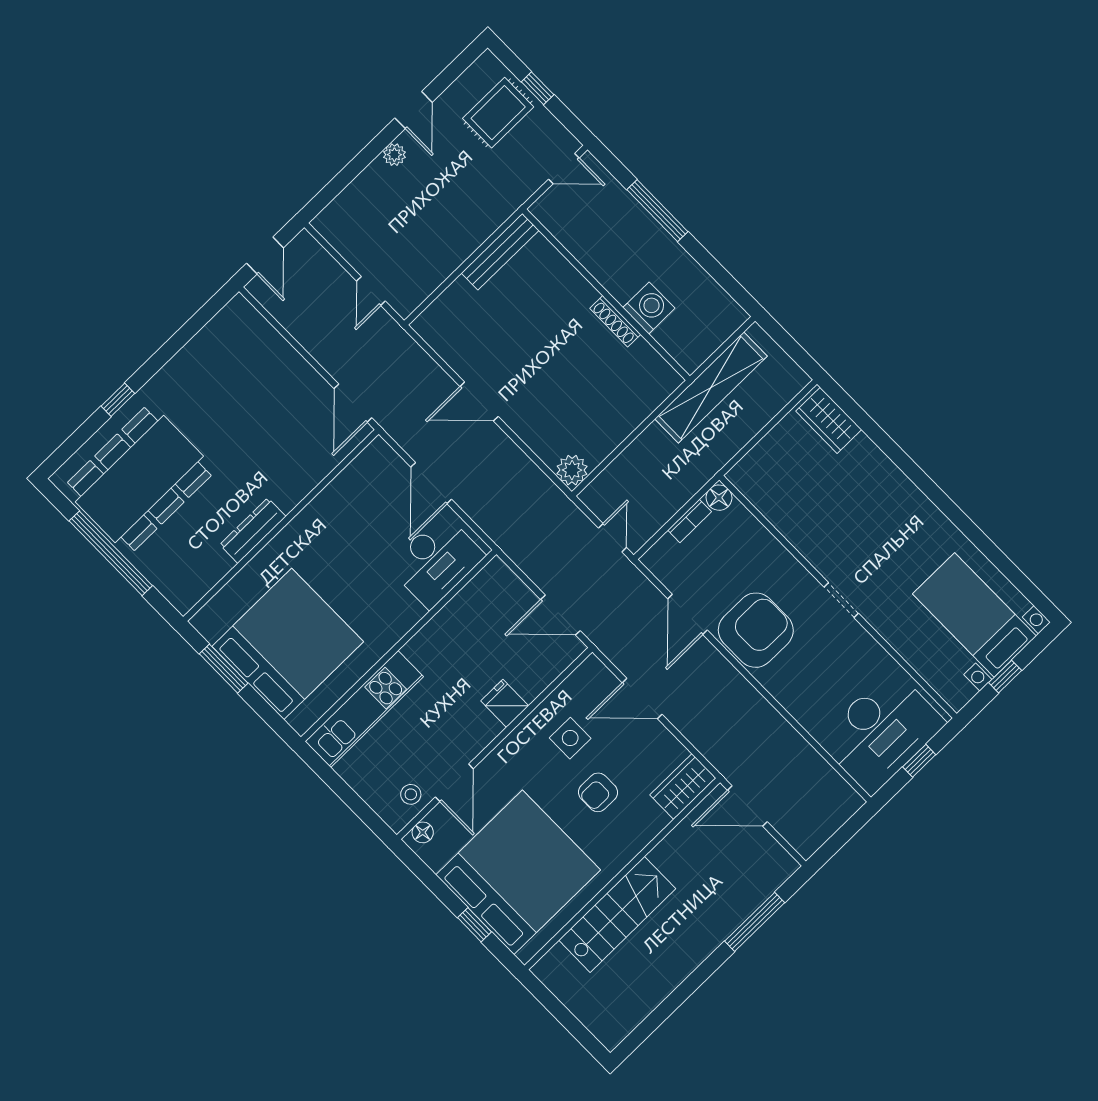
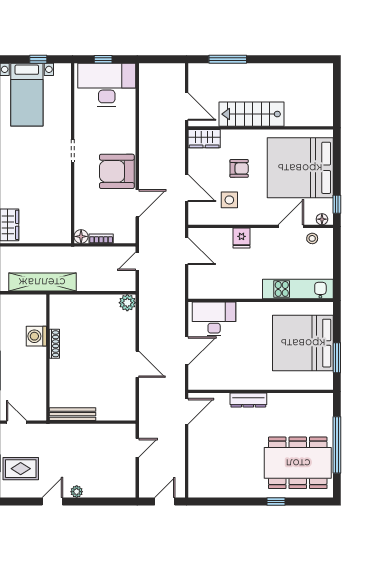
dresser: (253, 531) -> (248, 400), moved
stairs: (617, 914) -> (251, 114), moved
window: (474, 925) -> (337, 204), moved

